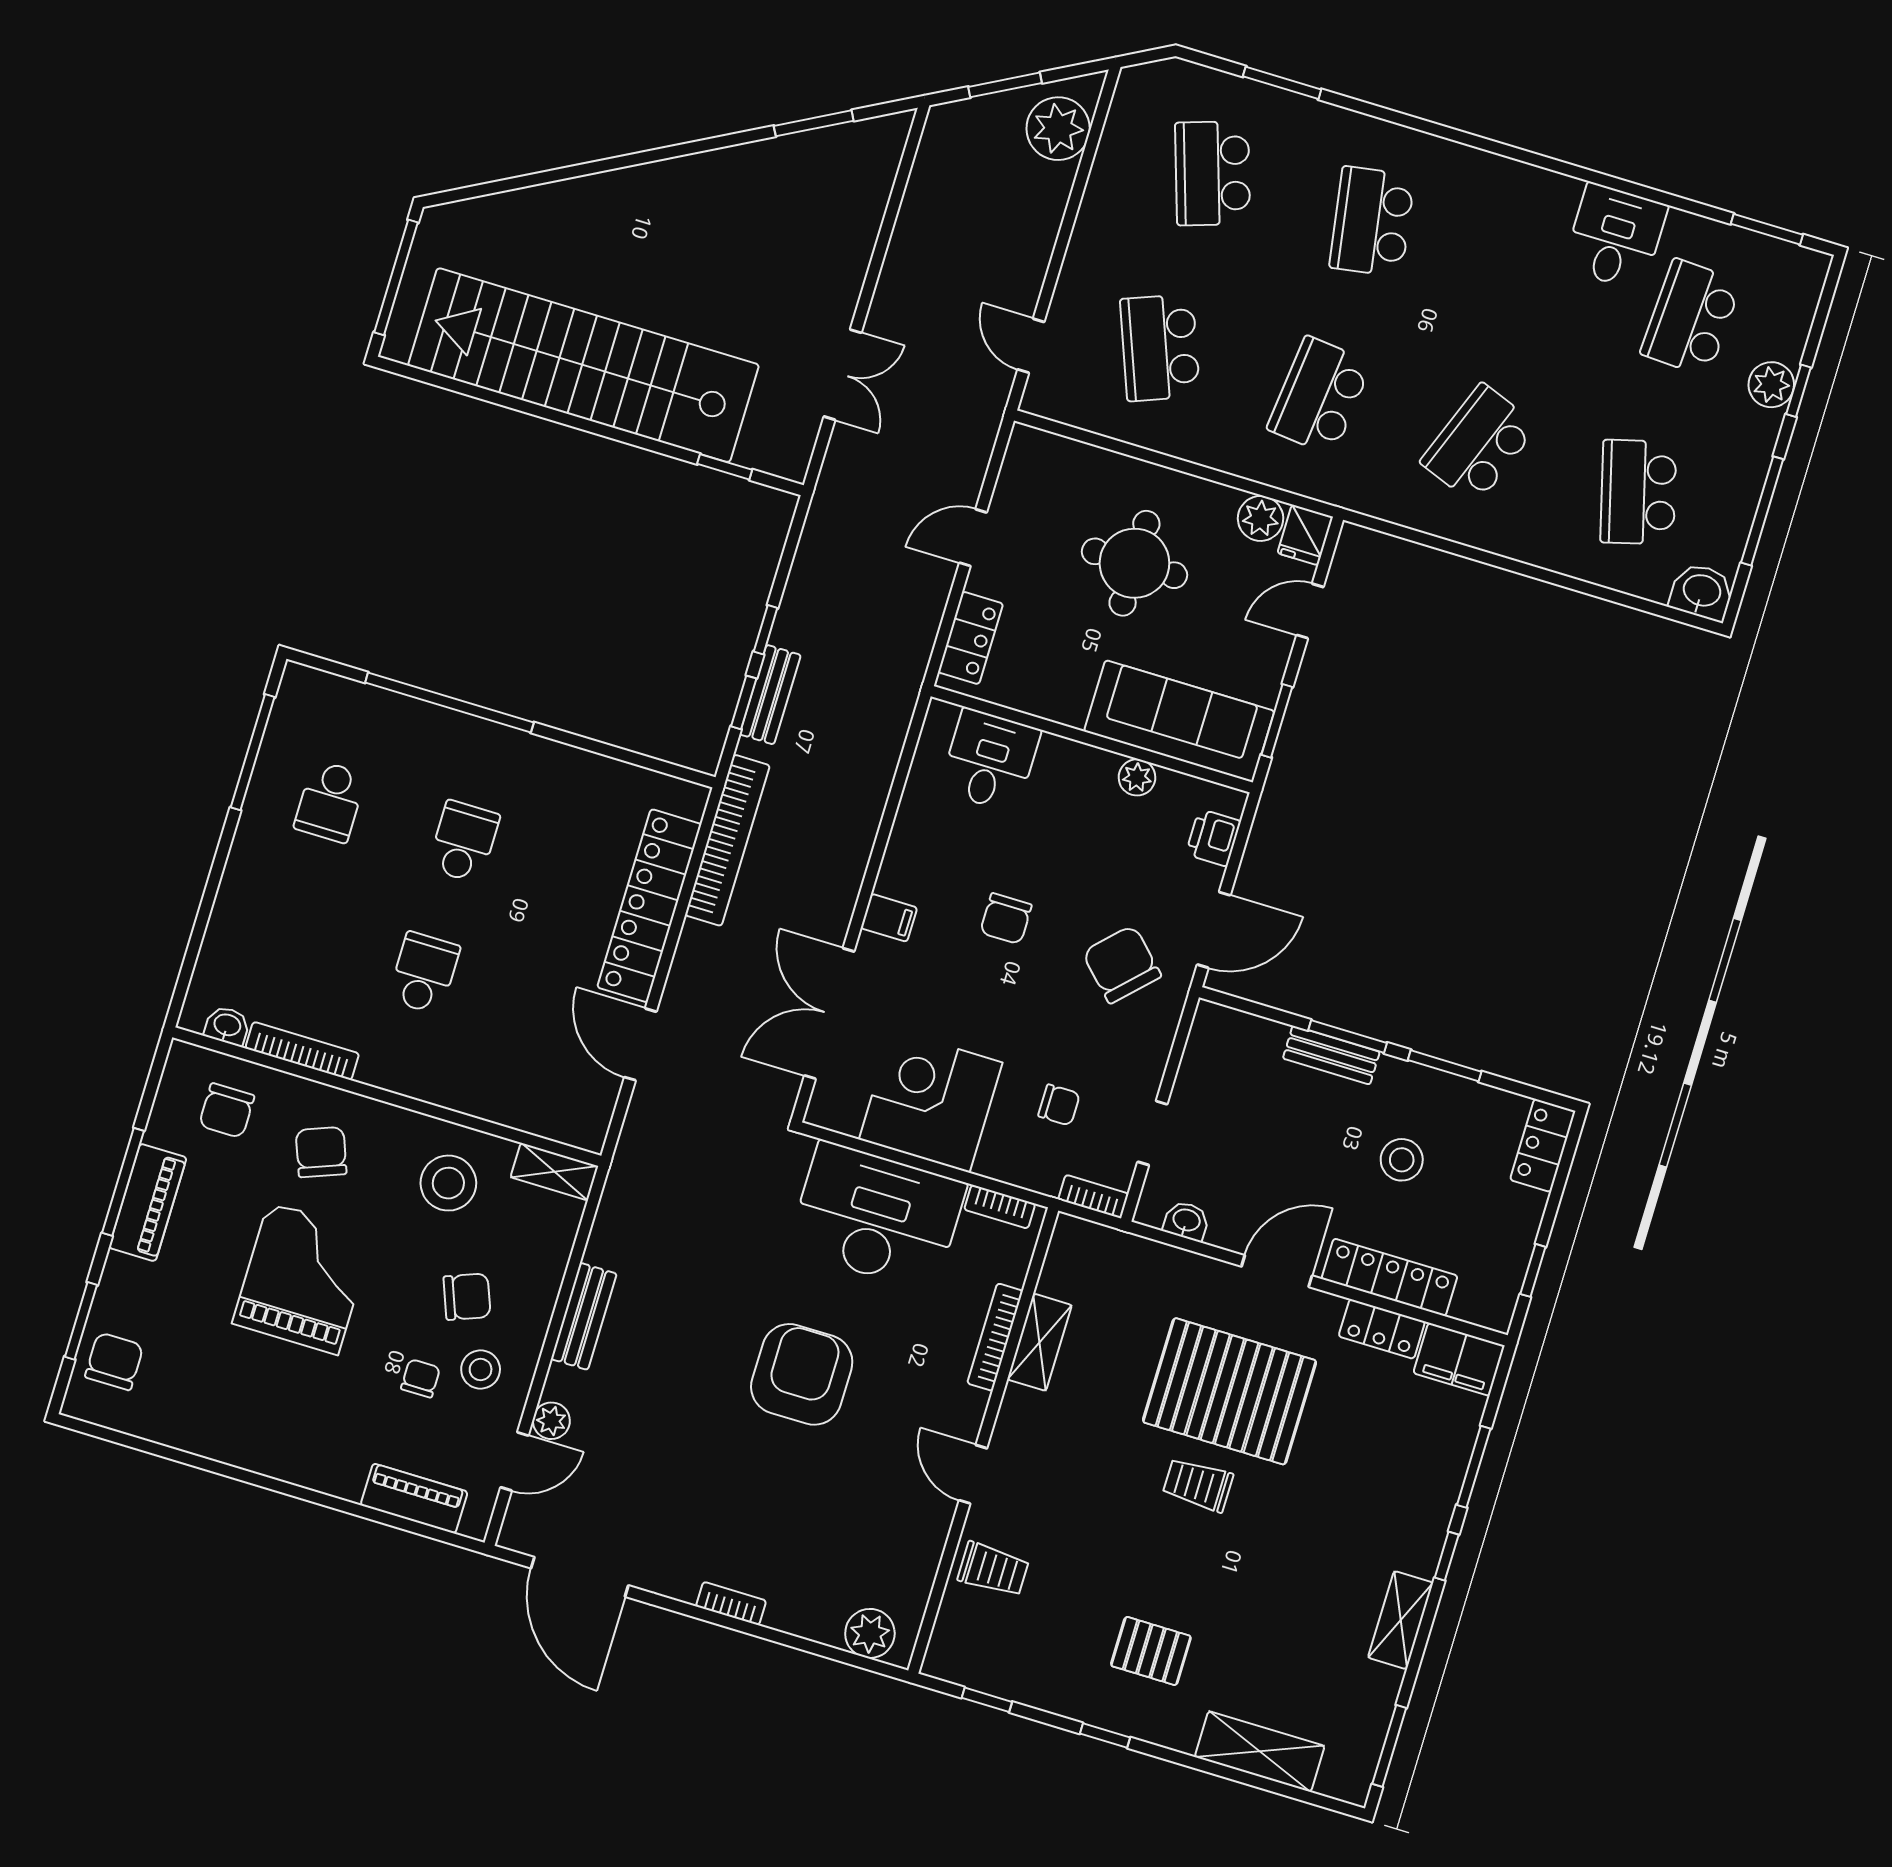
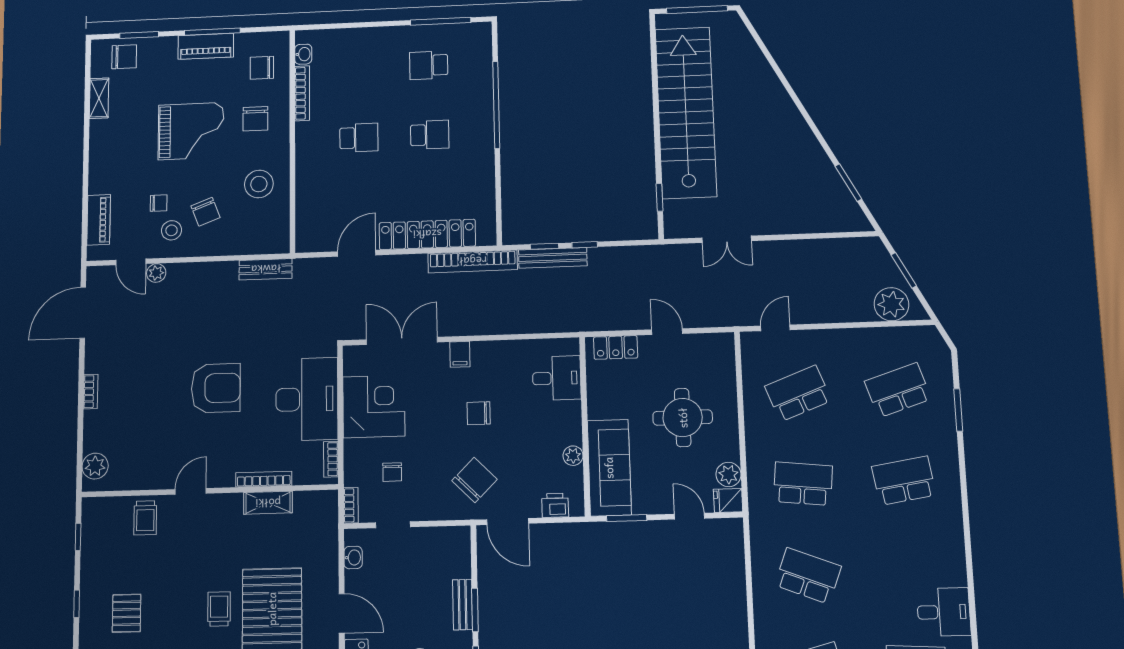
bench: (770, 695) -> (553, 258), width x1.36
chair: (321, 1152) -> (255, 119), turned 111
shelving: (554, 1172) -> (99, 98), moved
bench: (584, 1316) -> (266, 269), moved

